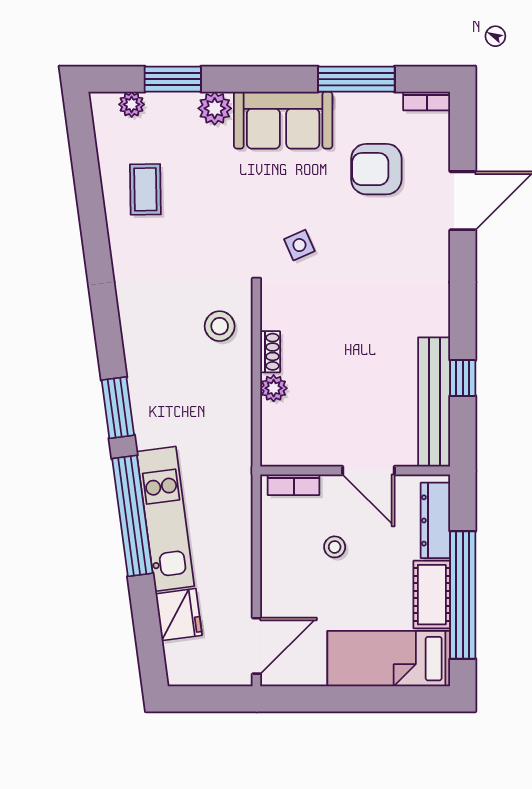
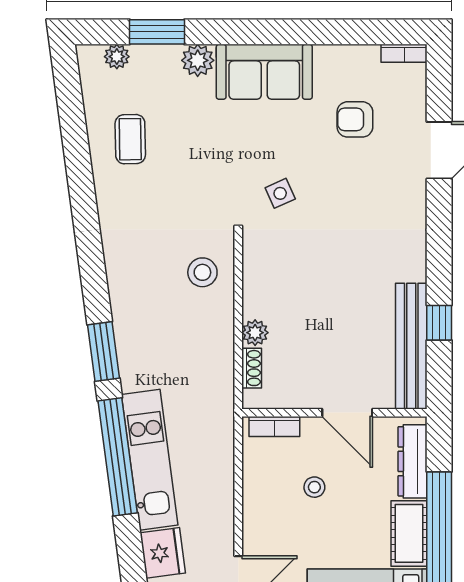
window: (356, 79) -> (335, 32), removed
armchair: (376, 169) -> (355, 119), width x0.72, depth x0.72
shoe rack: (270, 352) -> (252, 368), moved

